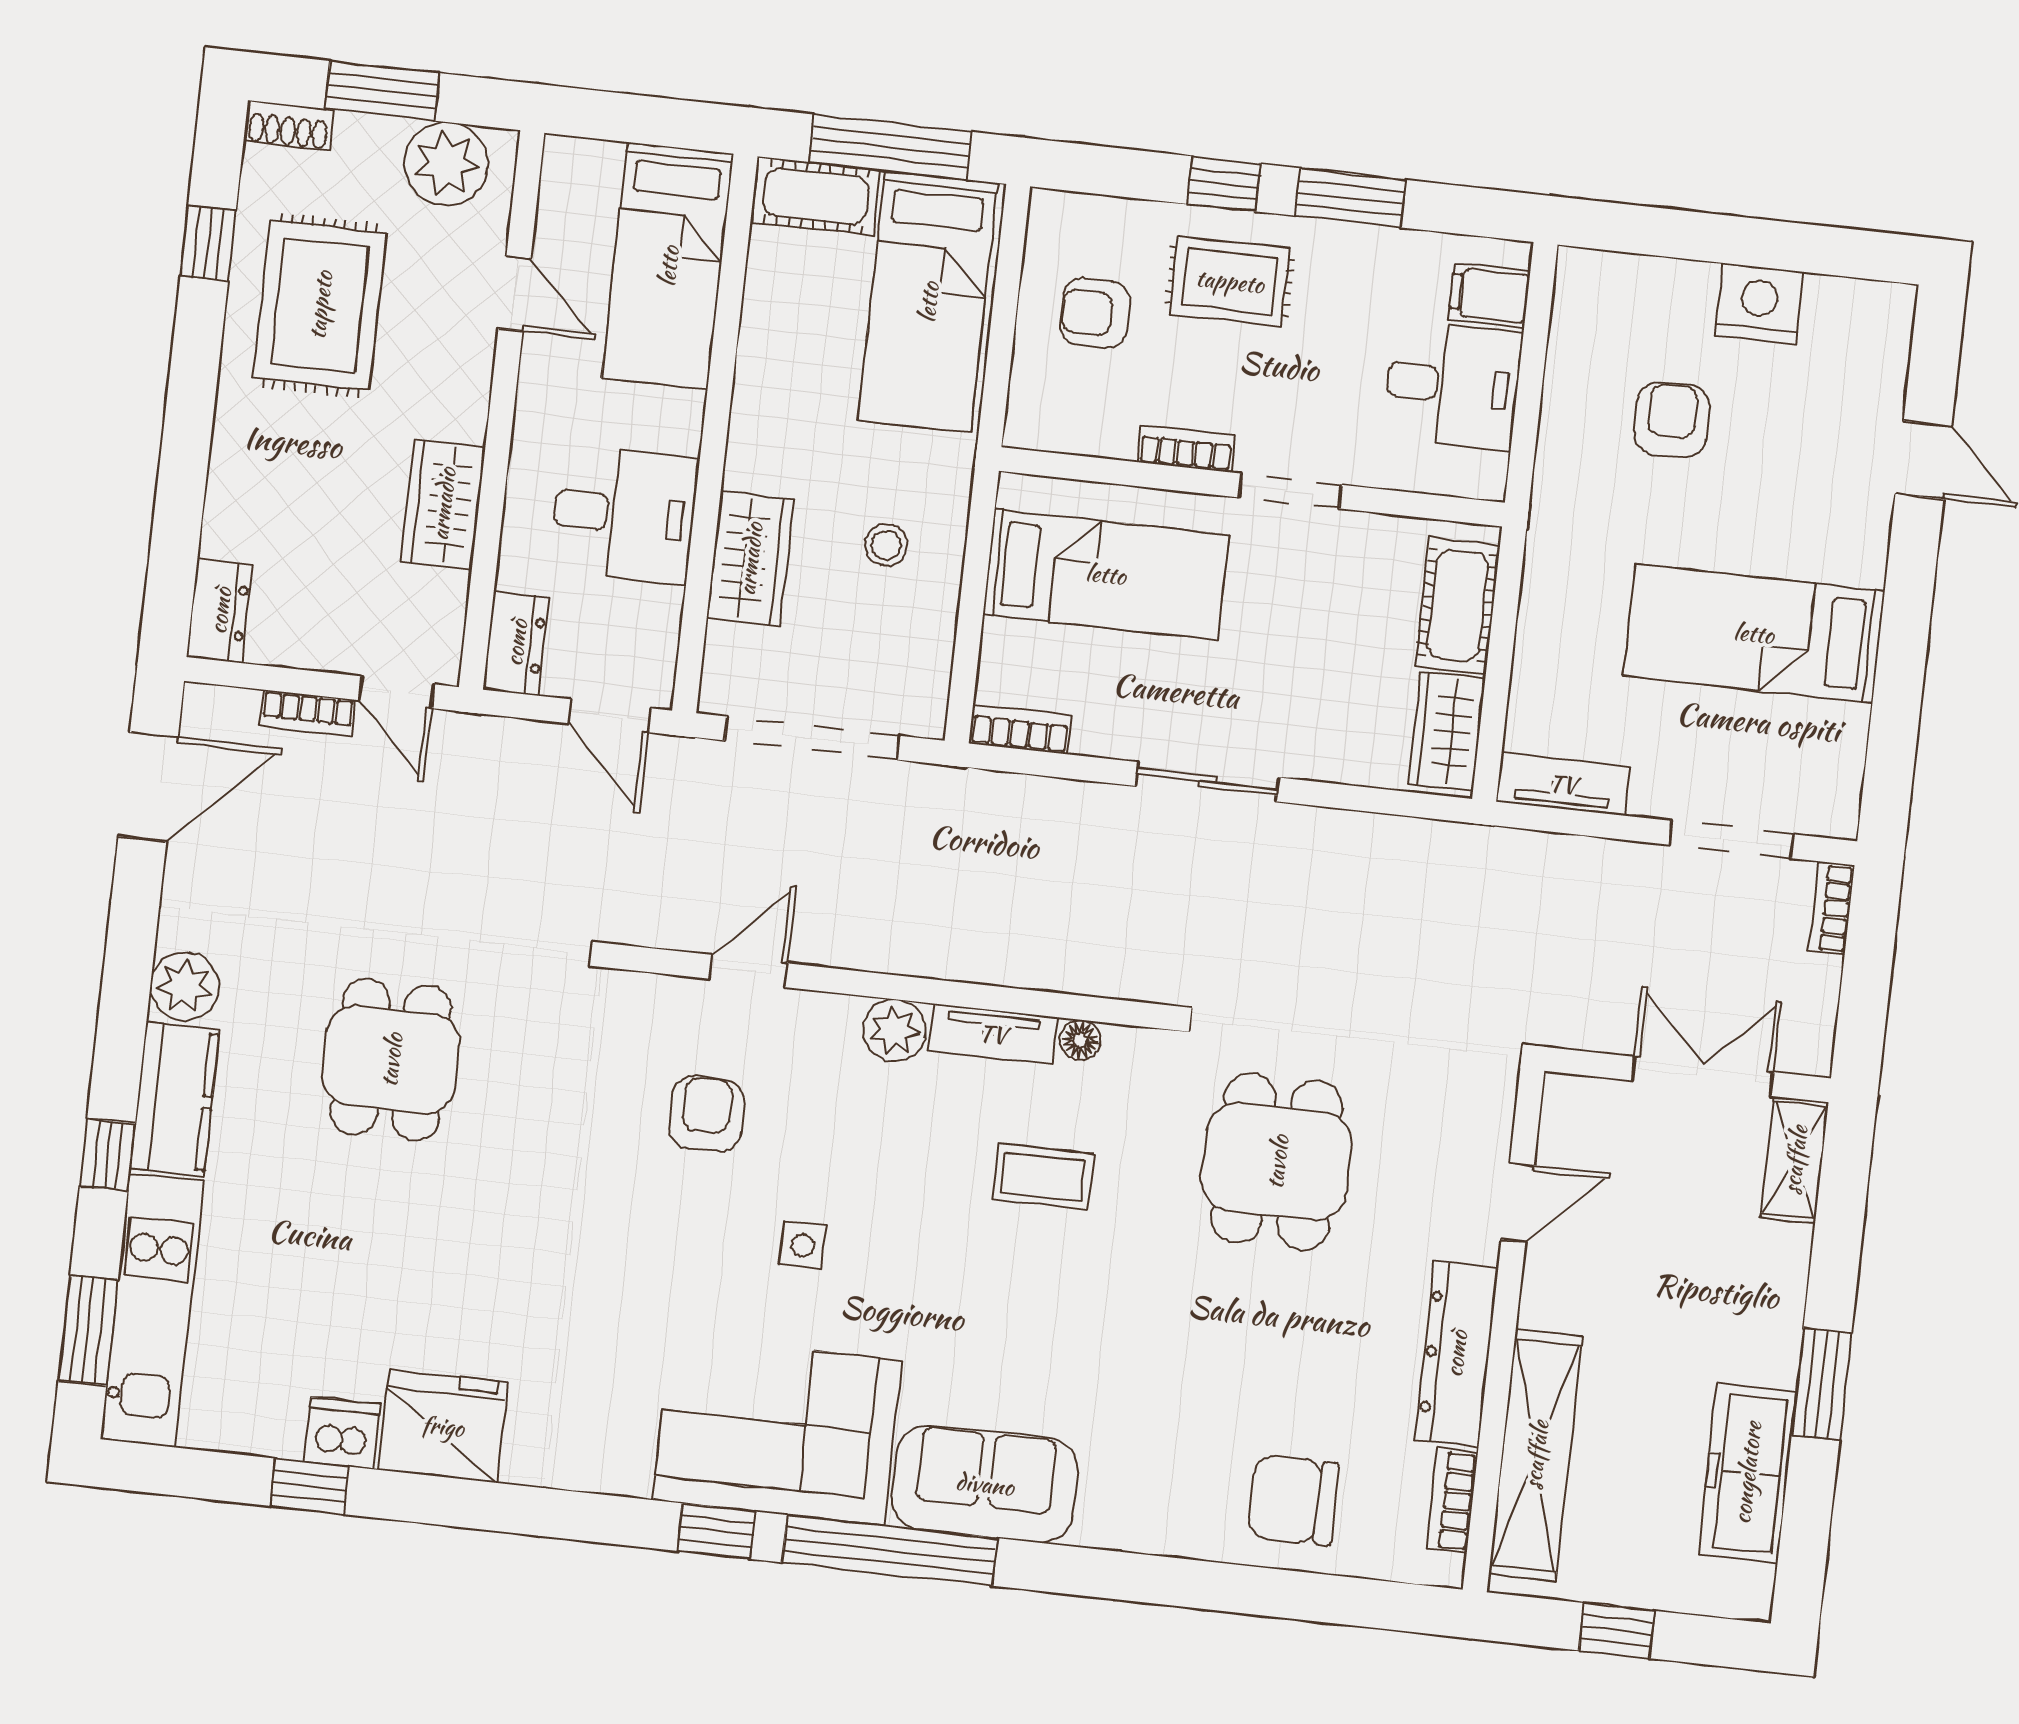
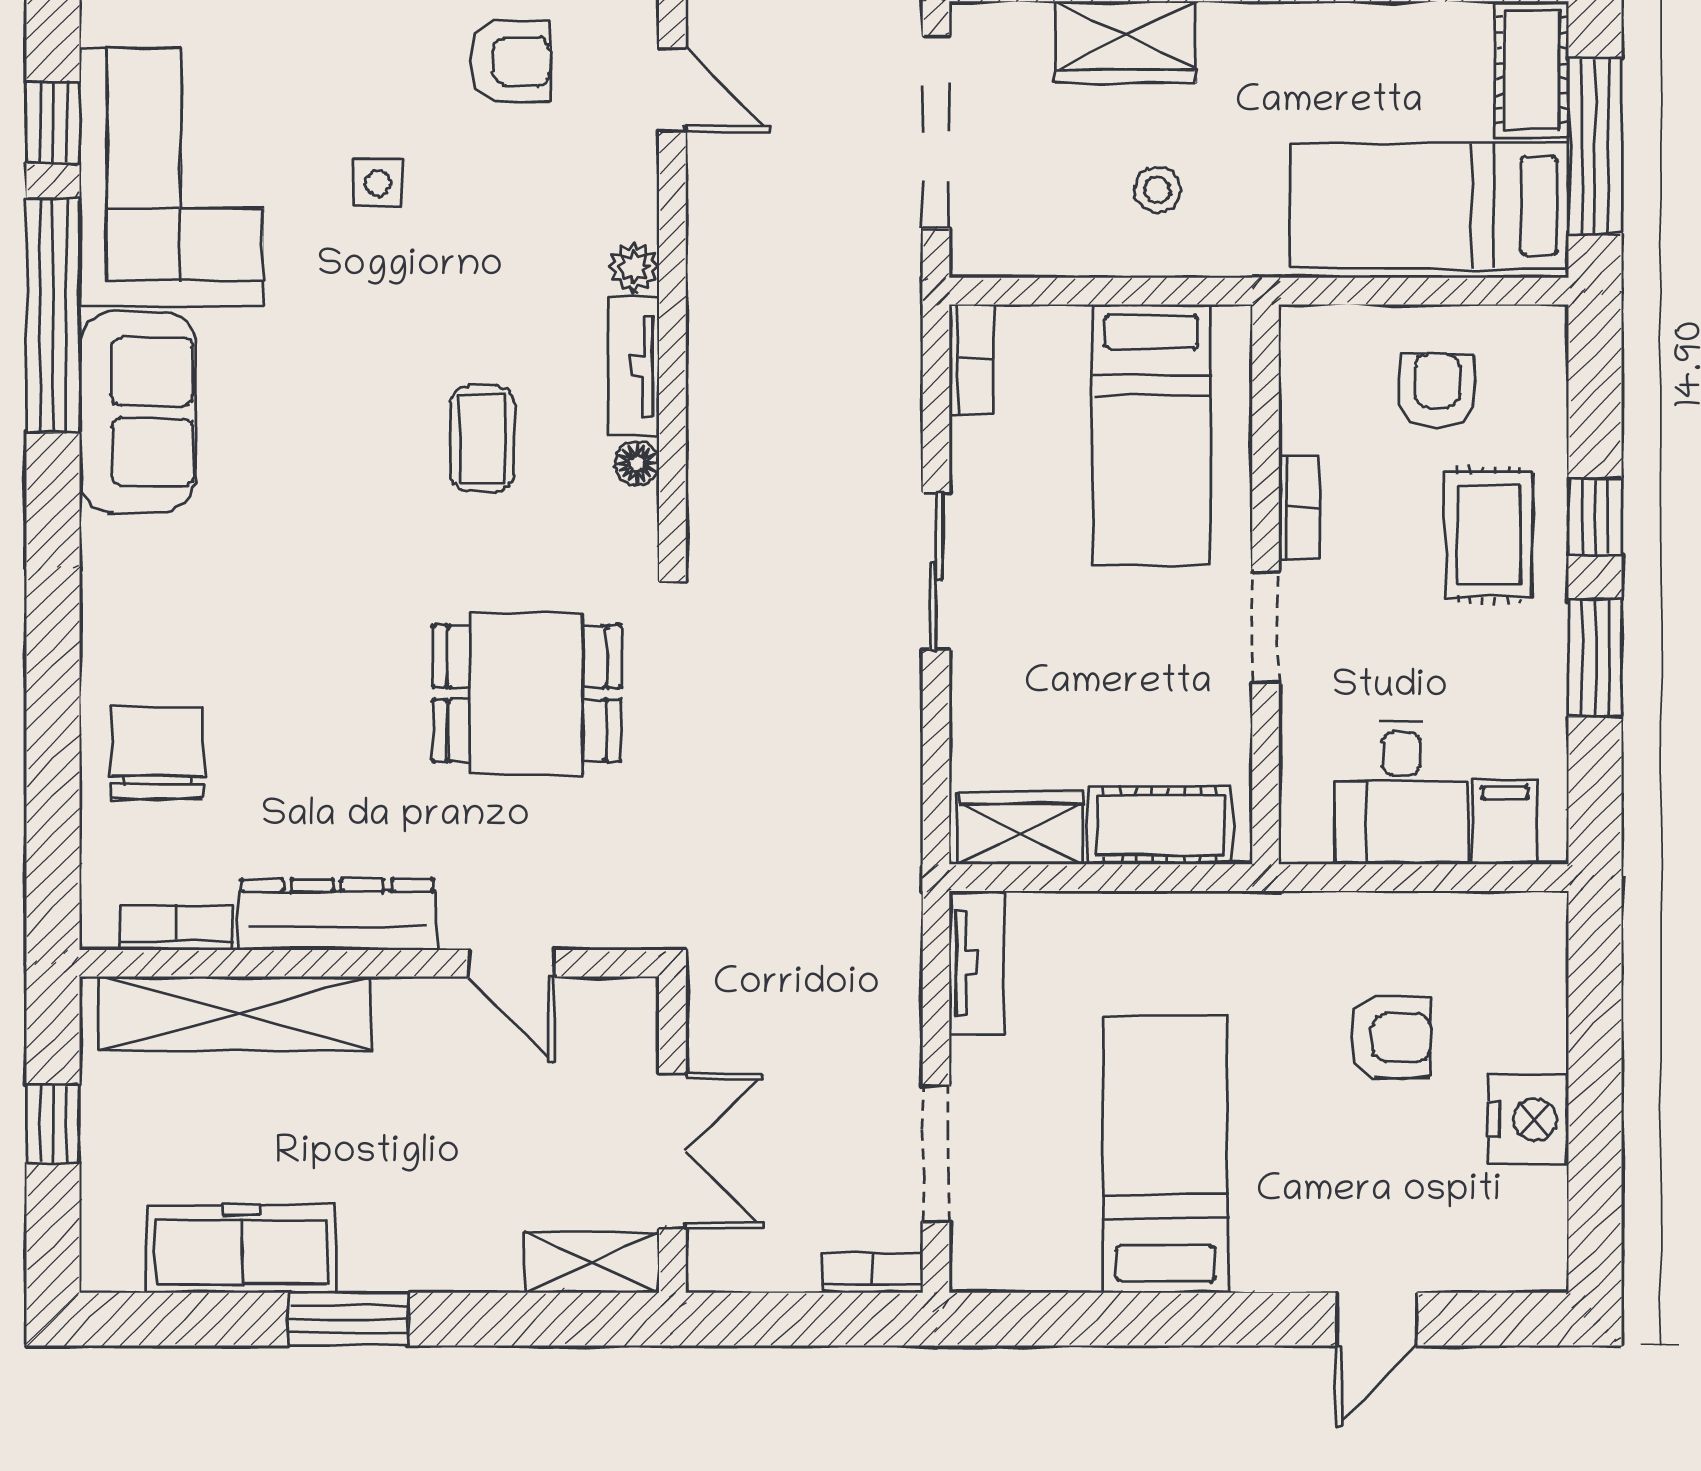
plant: (894, 1030) -> (634, 267), width x0.73, depth x0.73

